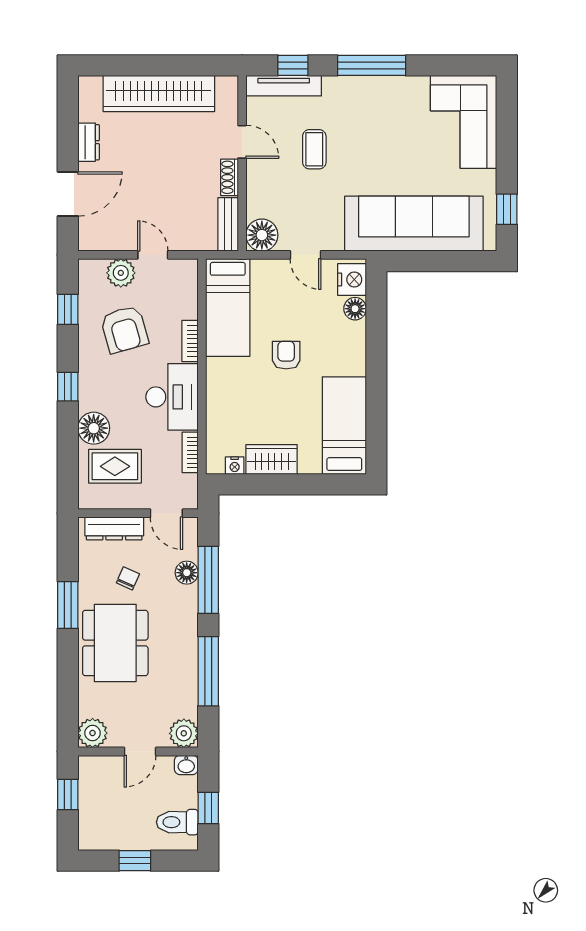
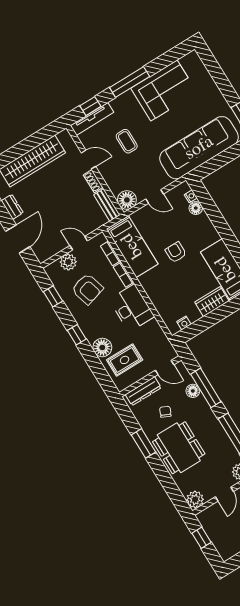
corner sofa: (464, 122) -> (164, 90), moved, turned -90
nightstand: (352, 280) -> (191, 196), width x0.53, depth x0.56
bookcase: (190, 452) -> (111, 253), moved
wardrobe: (272, 459) -> (212, 302), moved

